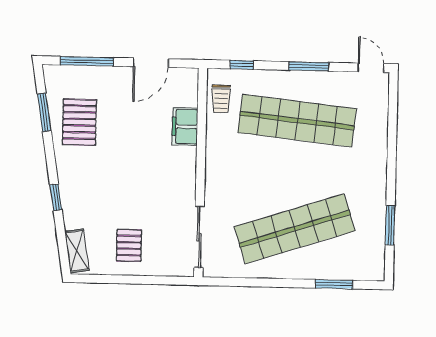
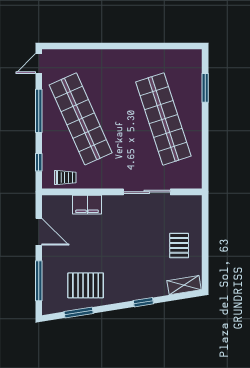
window: (309, 66) -> (39, 111), width x1.44
shop shelf: (297, 121) -> (81, 119), turned -30
window: (390, 225) -> (159, 46), removed
sliding door: (199, 237) -> (147, 192), moved
pallet: (129, 245) -> (179, 245), turned 90

